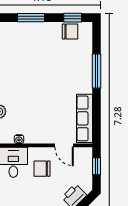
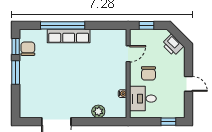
window: (31, 18) -> (16, 73), moved
window: (96, 71) -> (63, 25), width x1.46
row of seats: (84, 118) -> (69, 36), moved

